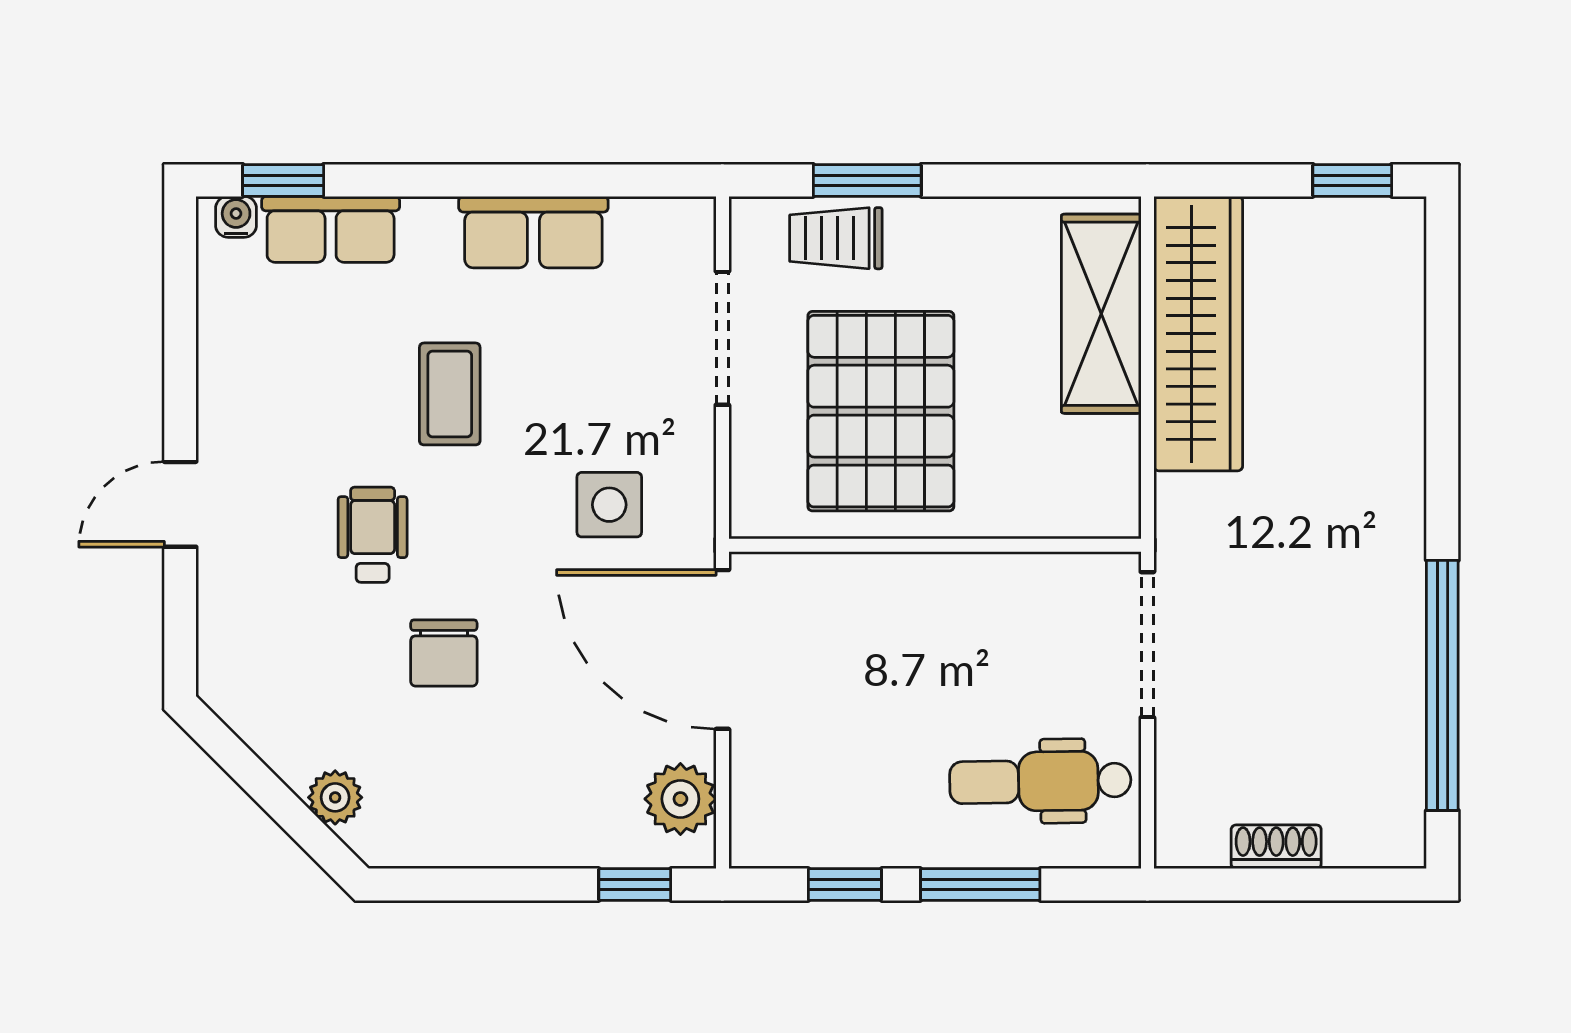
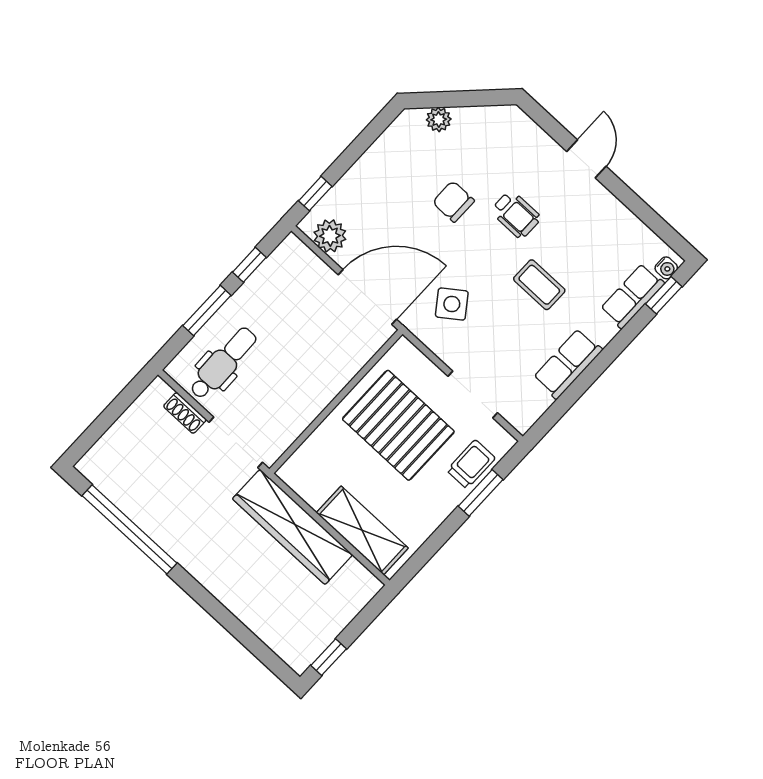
wardrobe: (1198, 334) -> (293, 527), moved
side table: (609, 505) -> (452, 304), turned -36
shoe rack: (1276, 847) -> (185, 413), moved, turned 90

